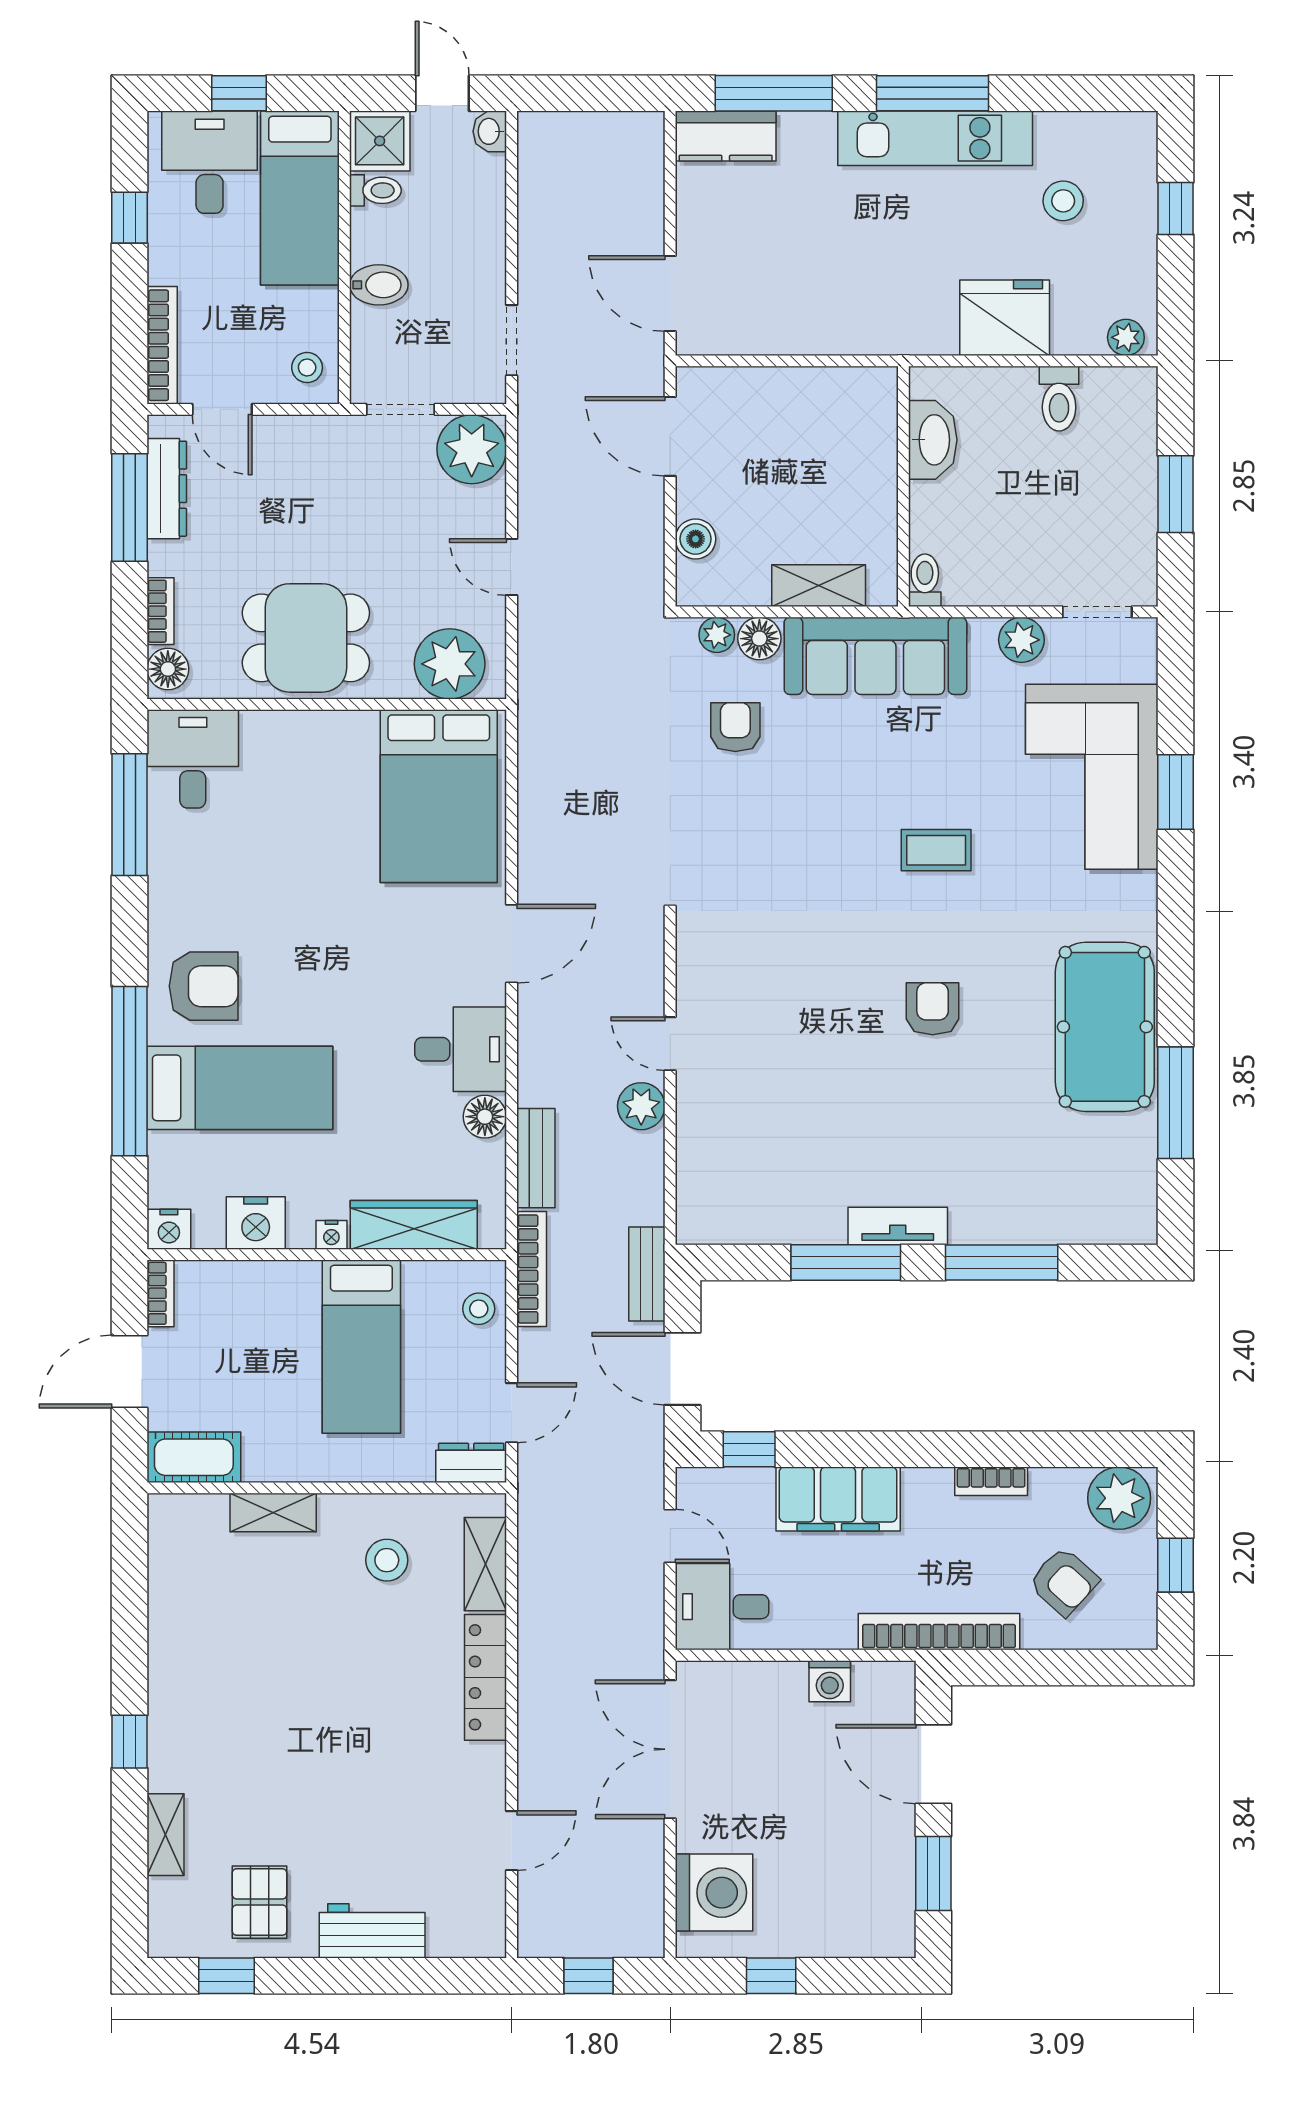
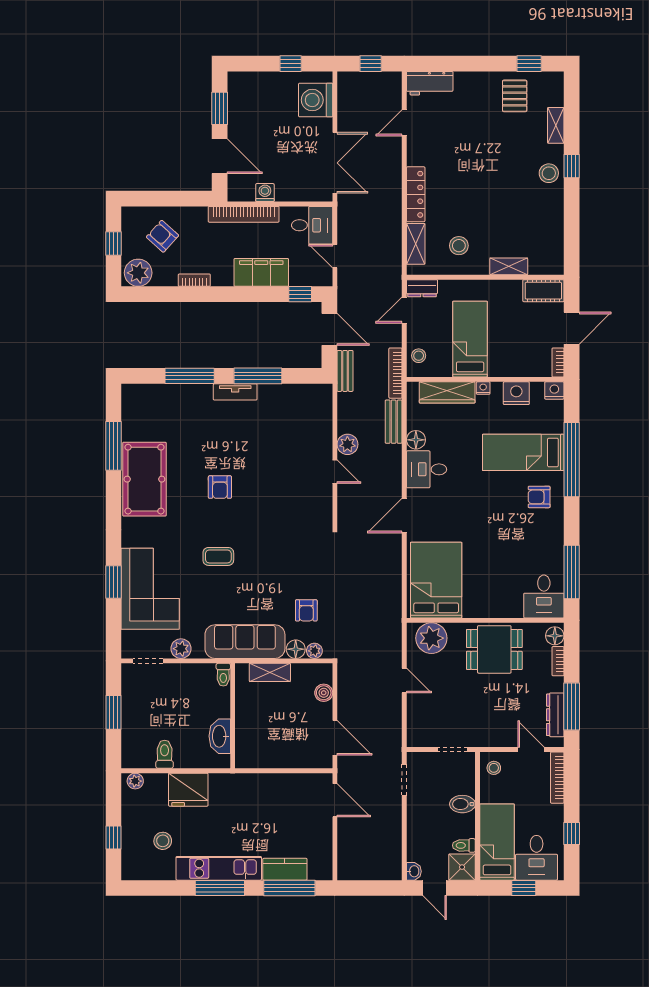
kitchen counter: (726, 136) -> (285, 869), moved
plant: (472, 449) -> (422, 732), removed
armchair: (204, 986) -> (539, 497), width x0.72, depth x0.72
bookcase: (939, 1632) -> (244, 214), moved
stool: (181, 1725) -> (549, 173), added
workbench: (372, 1931) -> (430, 83), moved

